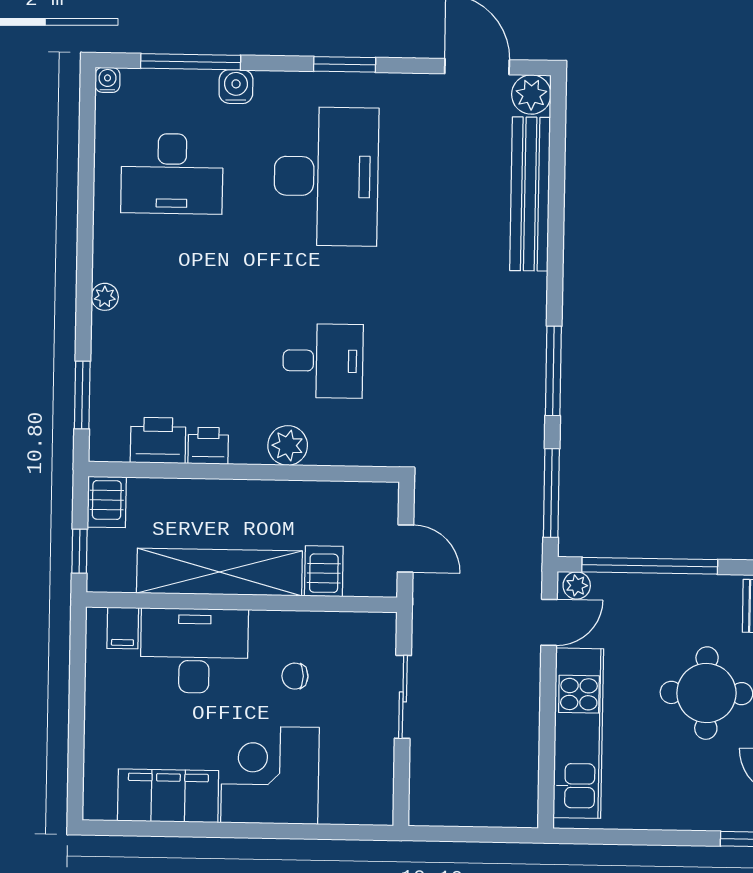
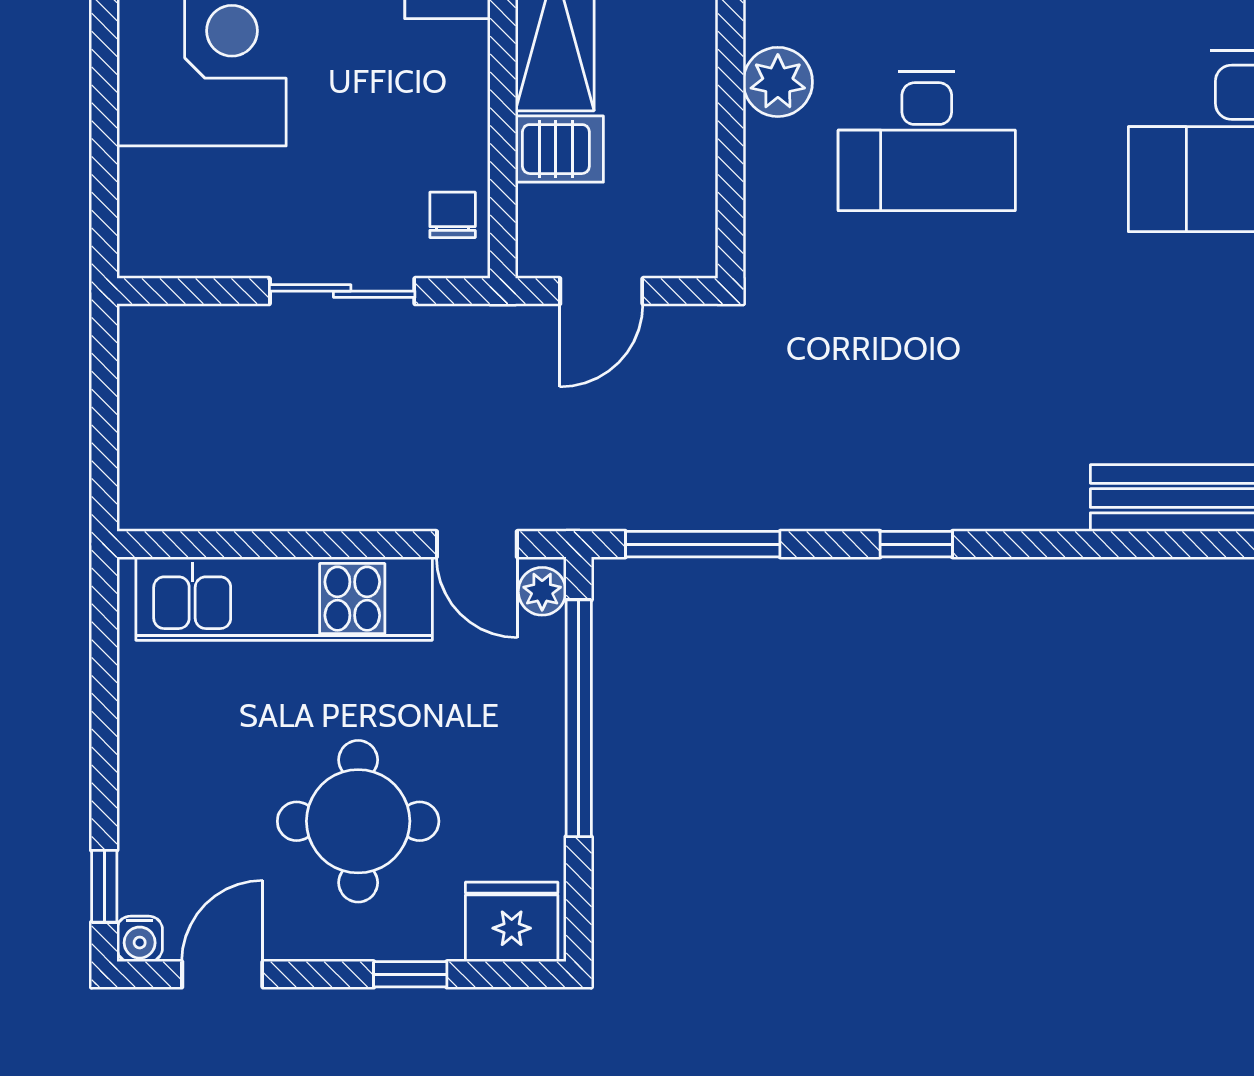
desk: (323, 361) -> (927, 141), width x1.37
window: (553, 371) -> (916, 544), width x0.46
chair: (295, 676) -> (453, 215), moved

